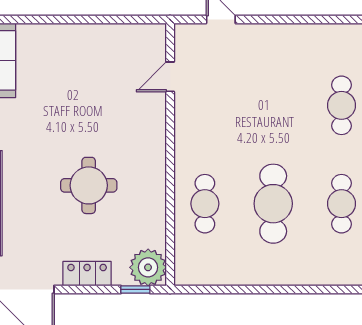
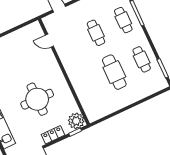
door: (170, 77) -> (49, 41), hinge flipped
round table: (89, 185) -> (37, 99), width x1.36, depth x1.36
cafe table: (205, 204) -> (96, 33), moved

